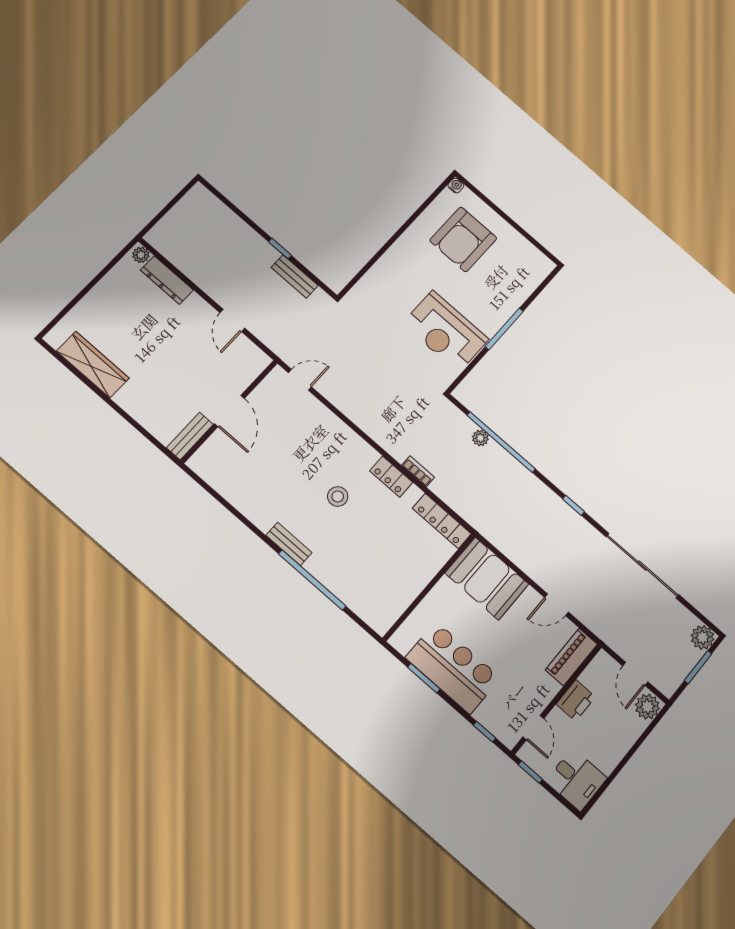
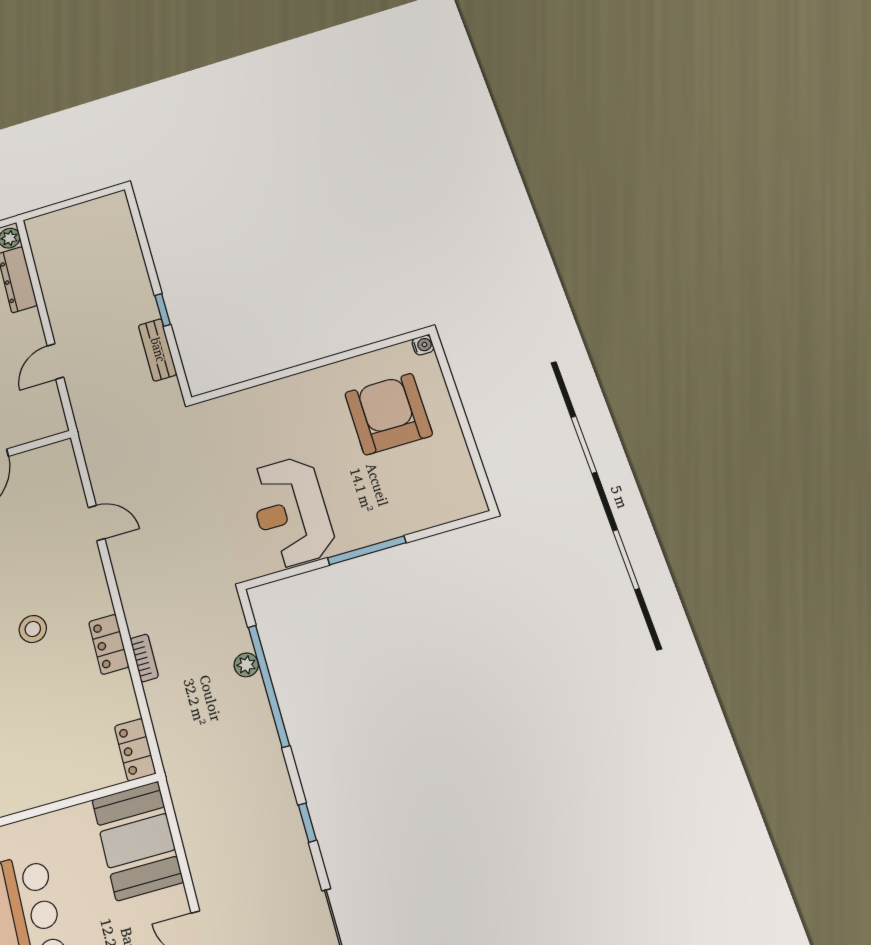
armchair: (463, 239) -> (388, 414), turned 90
door: (300, 380) -> (97, 523), moved
locker: (442, 521) -> (135, 750), width x0.66

